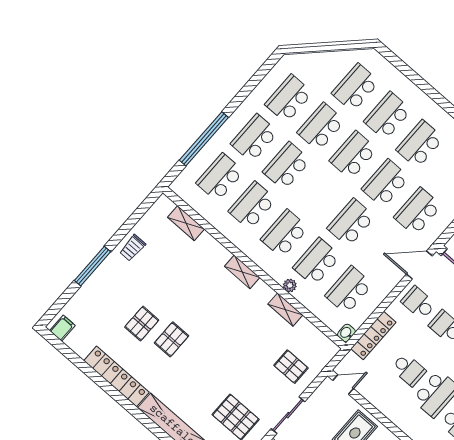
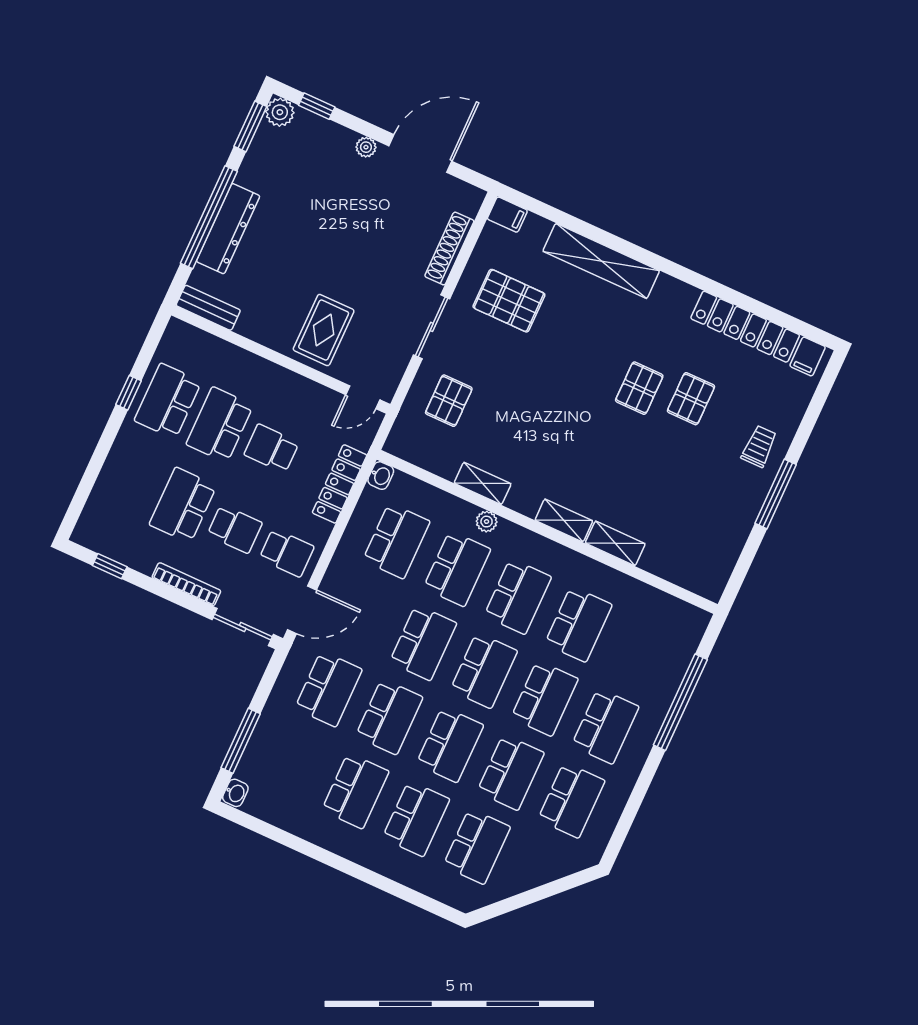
school desk: (220, 177) -> (484, 671), moved
shelving: (186, 223) -> (615, 543), moved
trolley: (133, 248) -> (759, 446), moved
window: (92, 266) -> (776, 494), moved
pallet: (291, 367) -> (449, 401), turned 90
locker: (117, 376) -> (745, 327), moved

